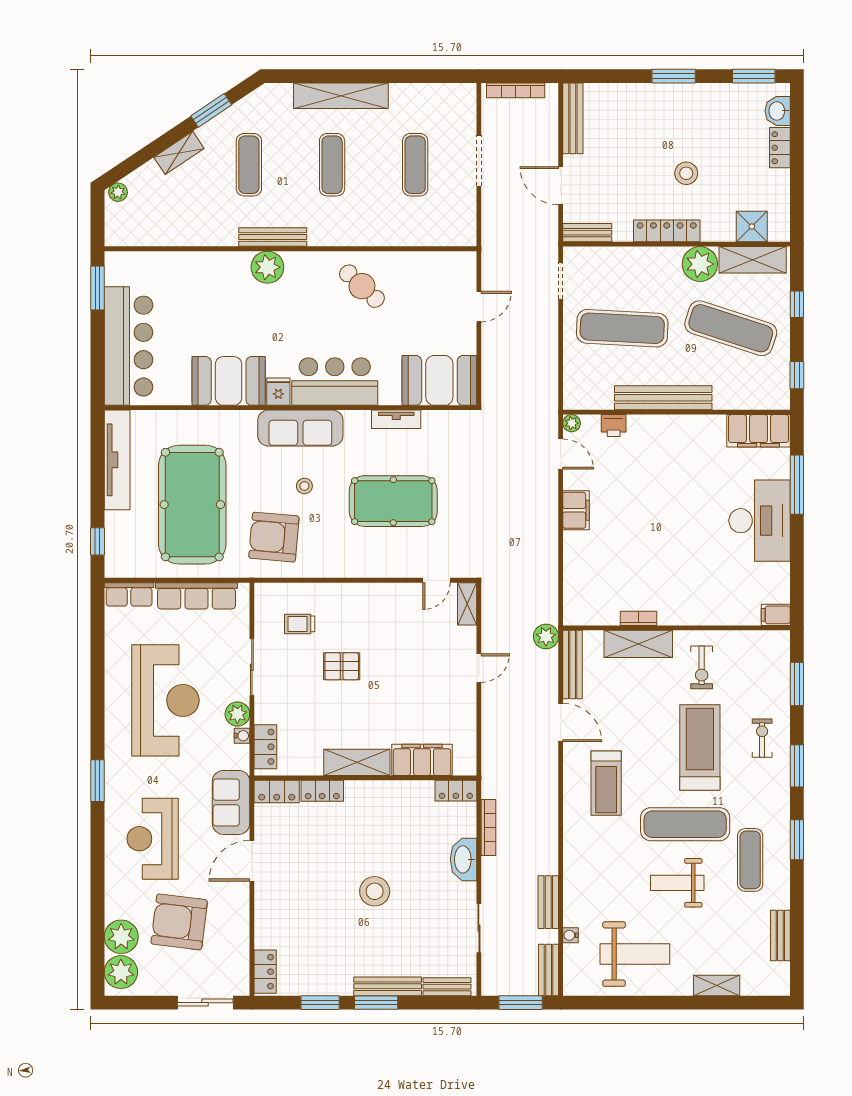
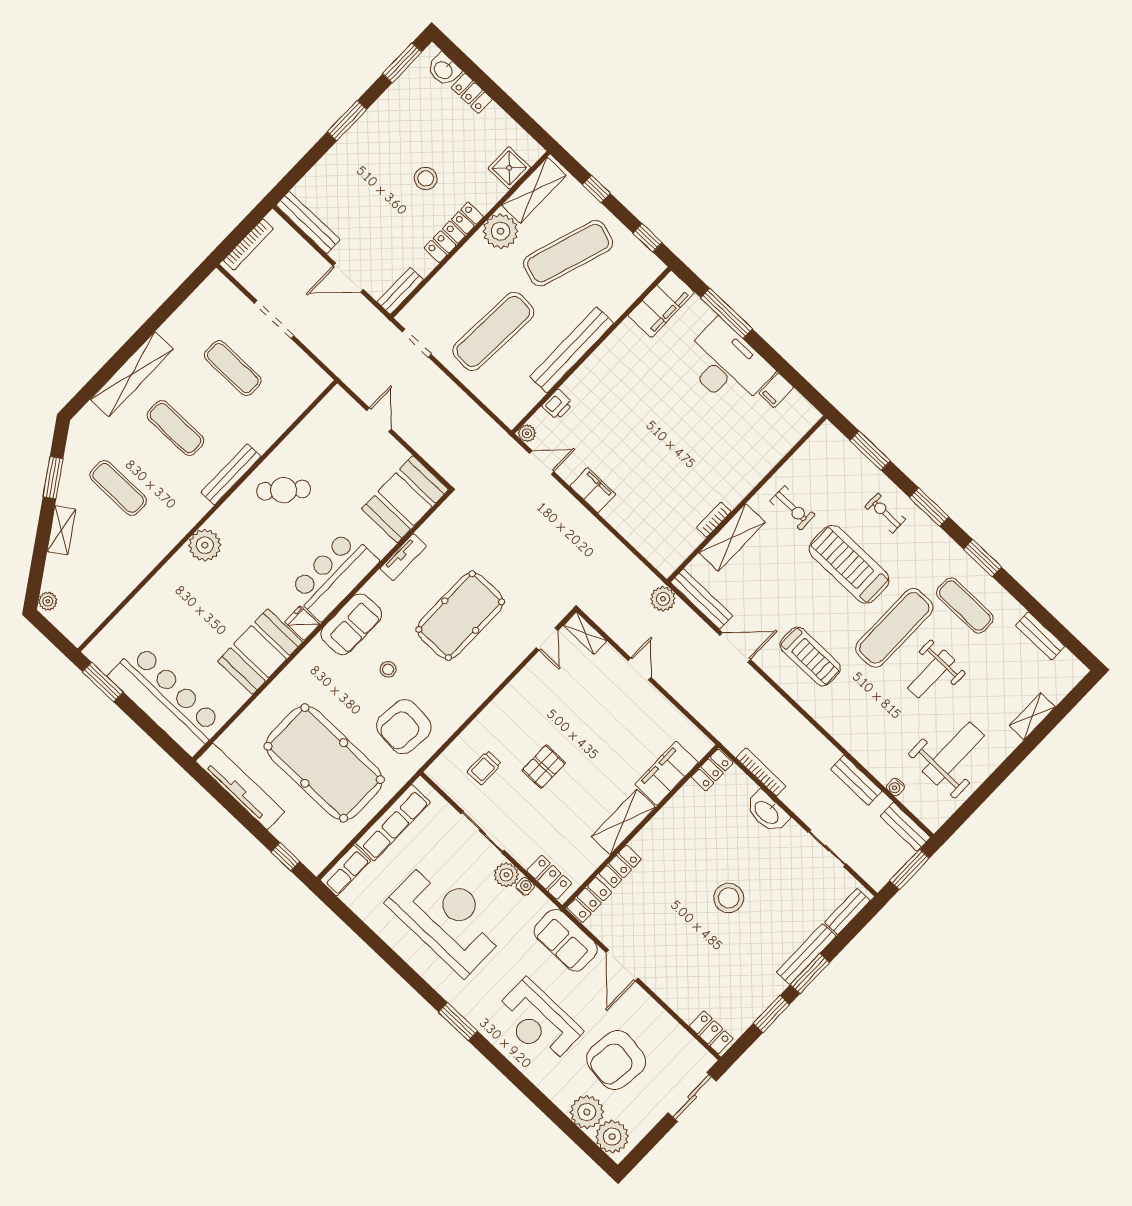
bench: (273, 237) -> (231, 474), moved
sofa: (300, 428) -> (351, 624), width x0.73
filing cabinet: (776, 615) -> (776, 390), moved

